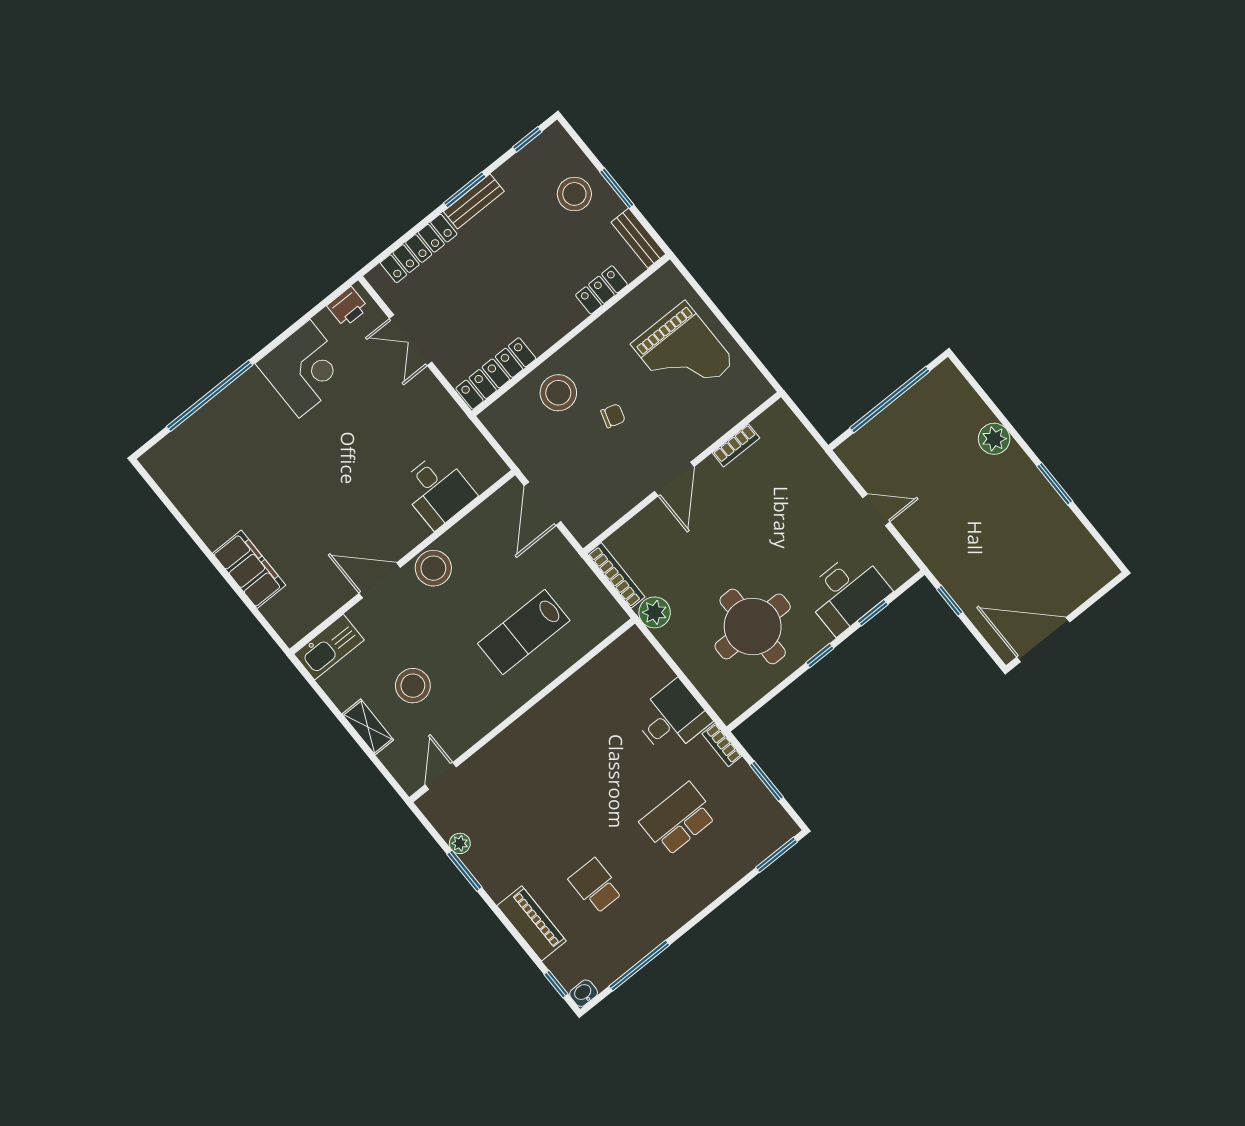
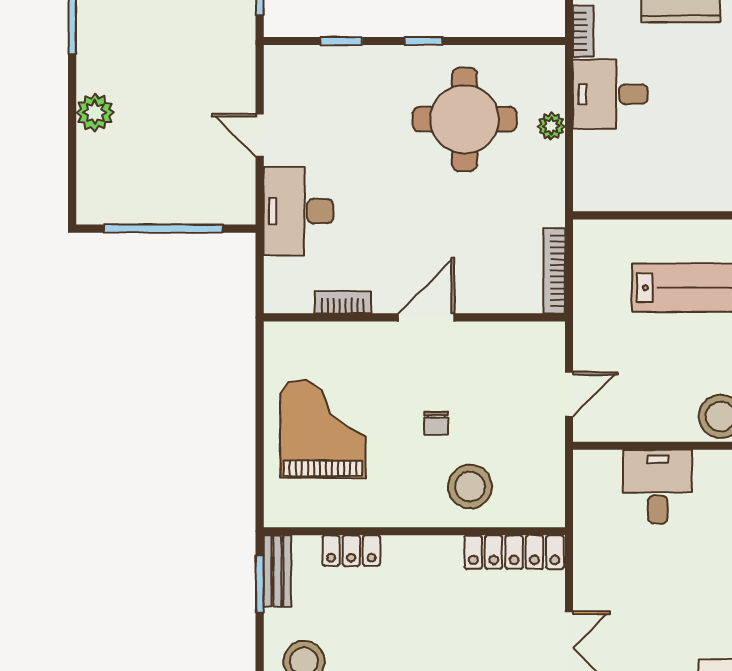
window: (617, 188) -> (260, 584), moved
chair: (613, 416) -> (436, 423), turned -107
door: (543, 504) -> (569, 394), width x0.73
desk: (847, 592) -> (299, 211), moved, turned -90
plant: (655, 612) -> (551, 126), moved, width x0.73, depth x0.73

